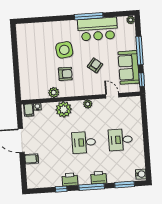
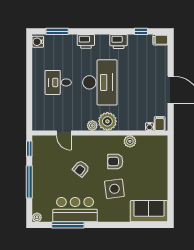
window: (89, 16) -> (68, 225), moved
sofa: (129, 67) -> (149, 211), moved, turned -90
plant: (64, 109) -> (107, 121), moved
desk: (120, 140) -> (58, 82), turned 180
desk: (84, 142) -> (100, 82), width x1.87, depth x1.30
filing cabinet: (32, 159) -> (160, 40), moved
window: (92, 187) -> (95, 31), removed
window: (61, 189) -> (141, 31), moved

